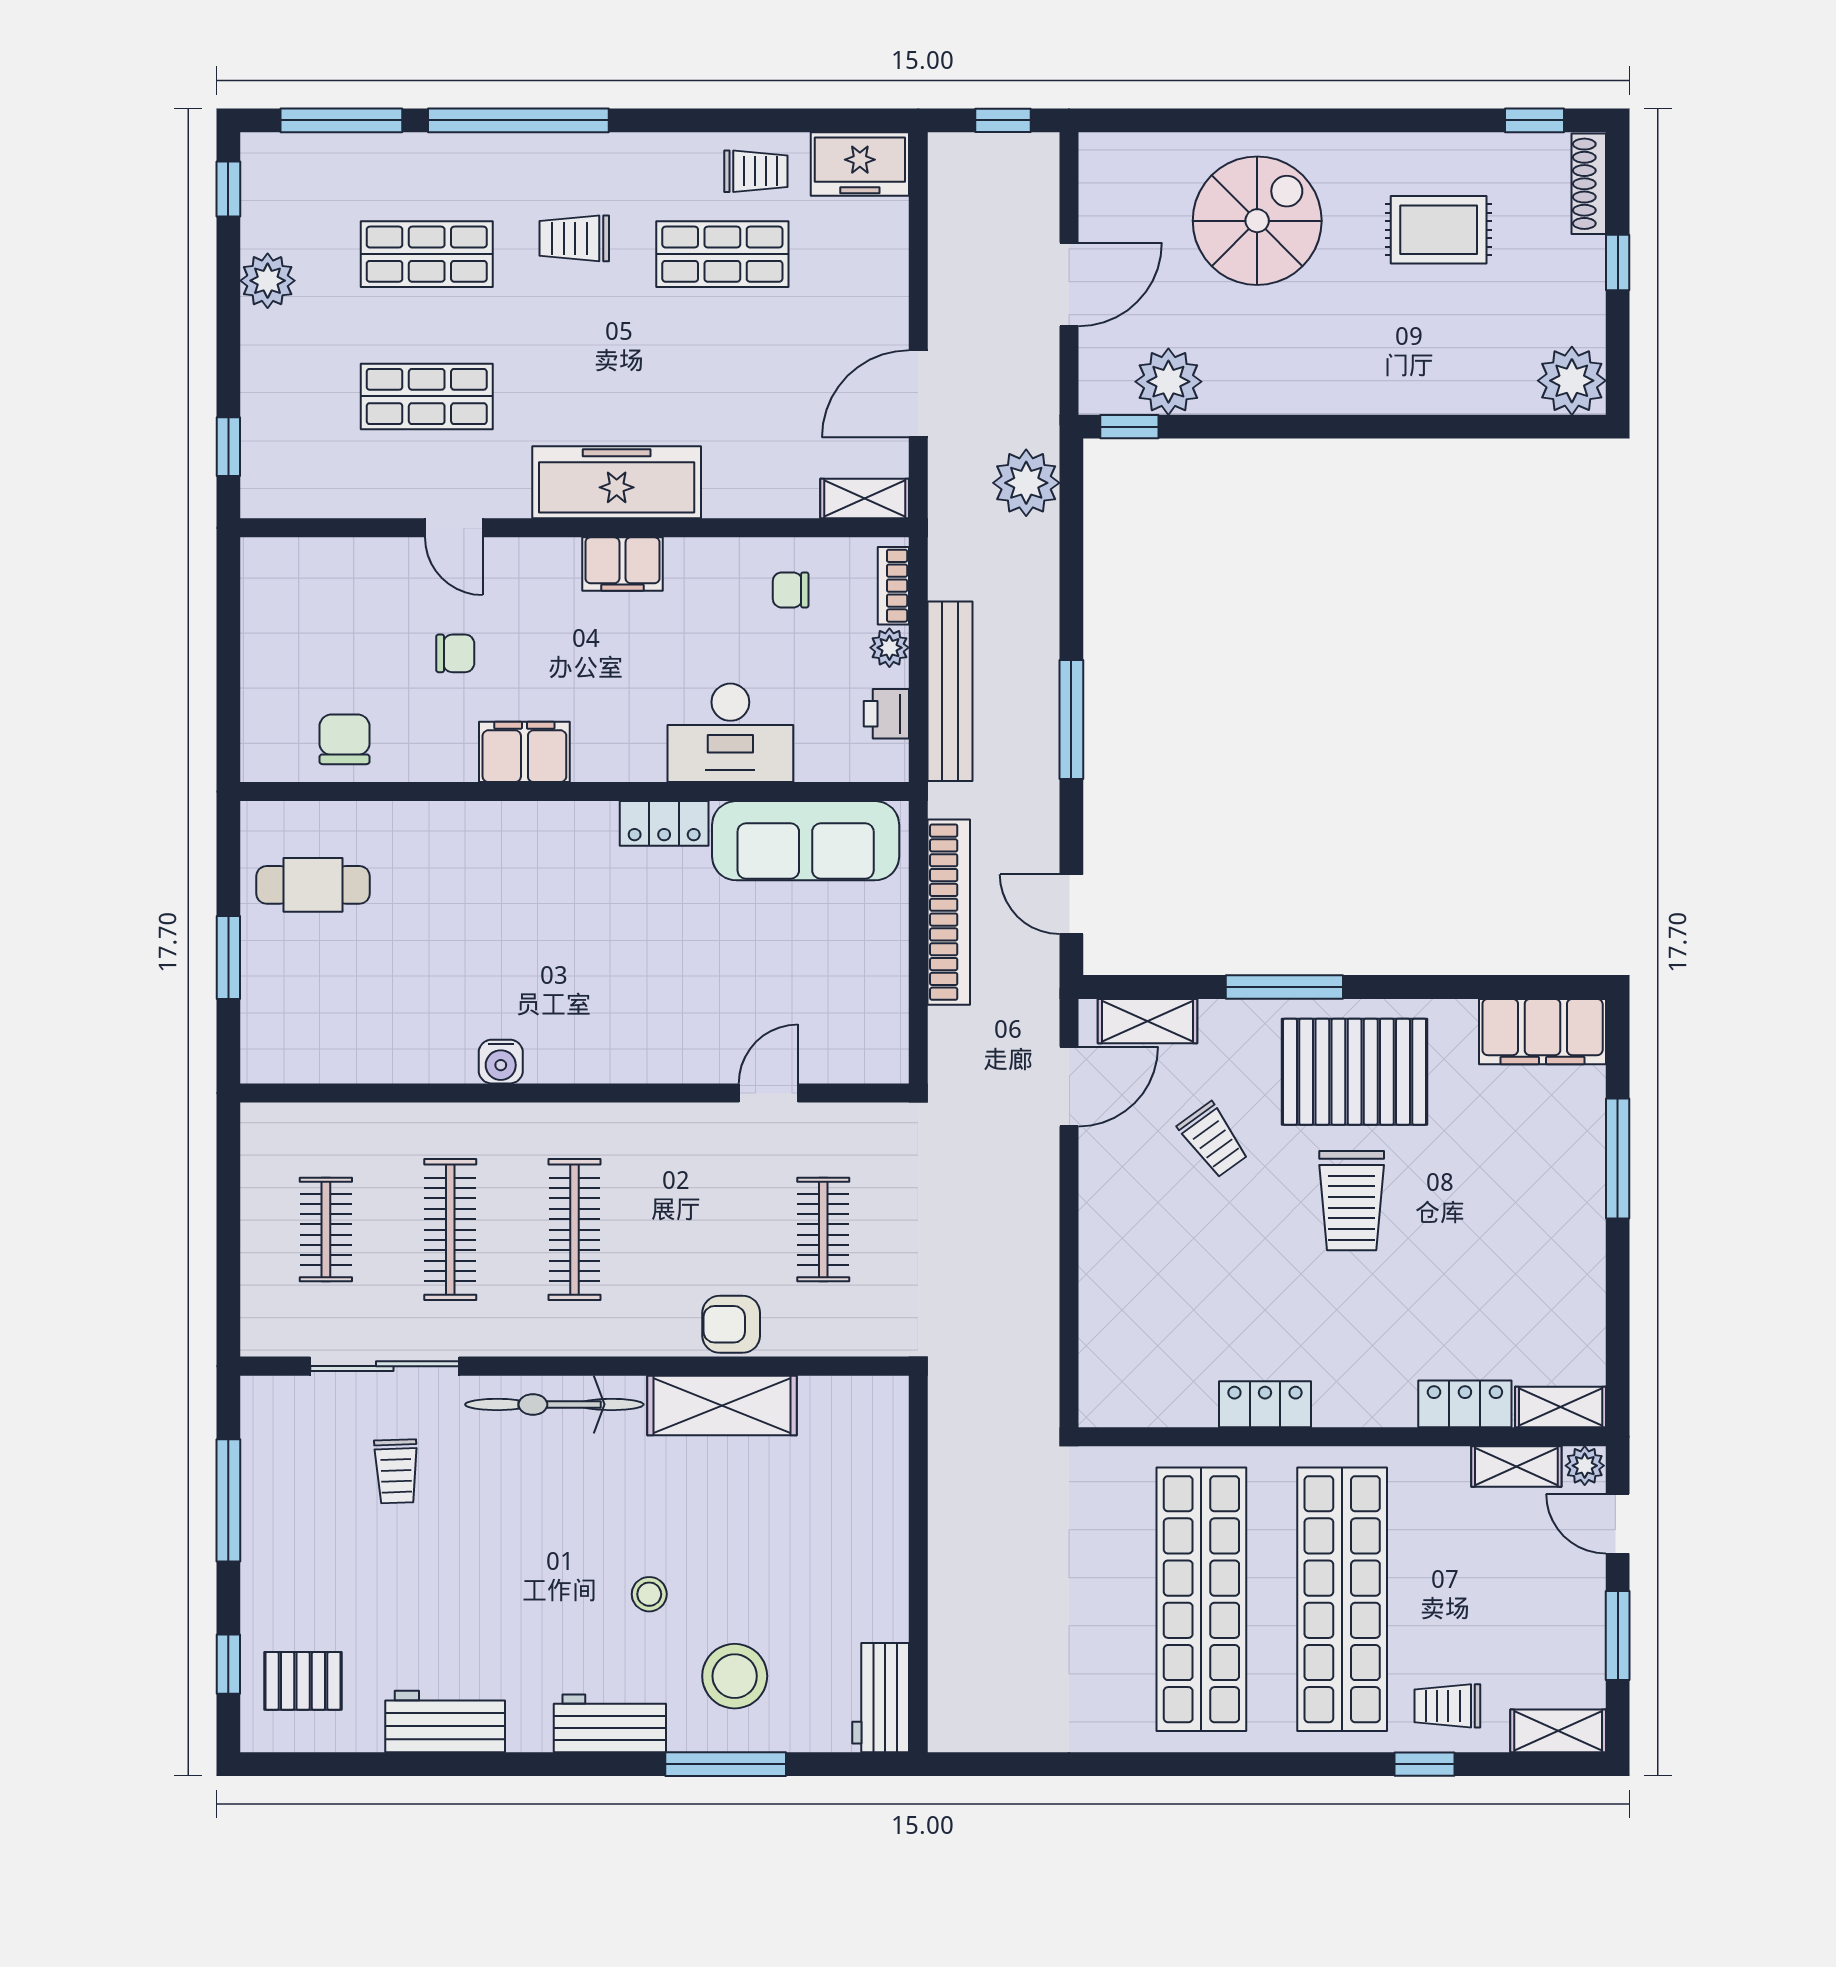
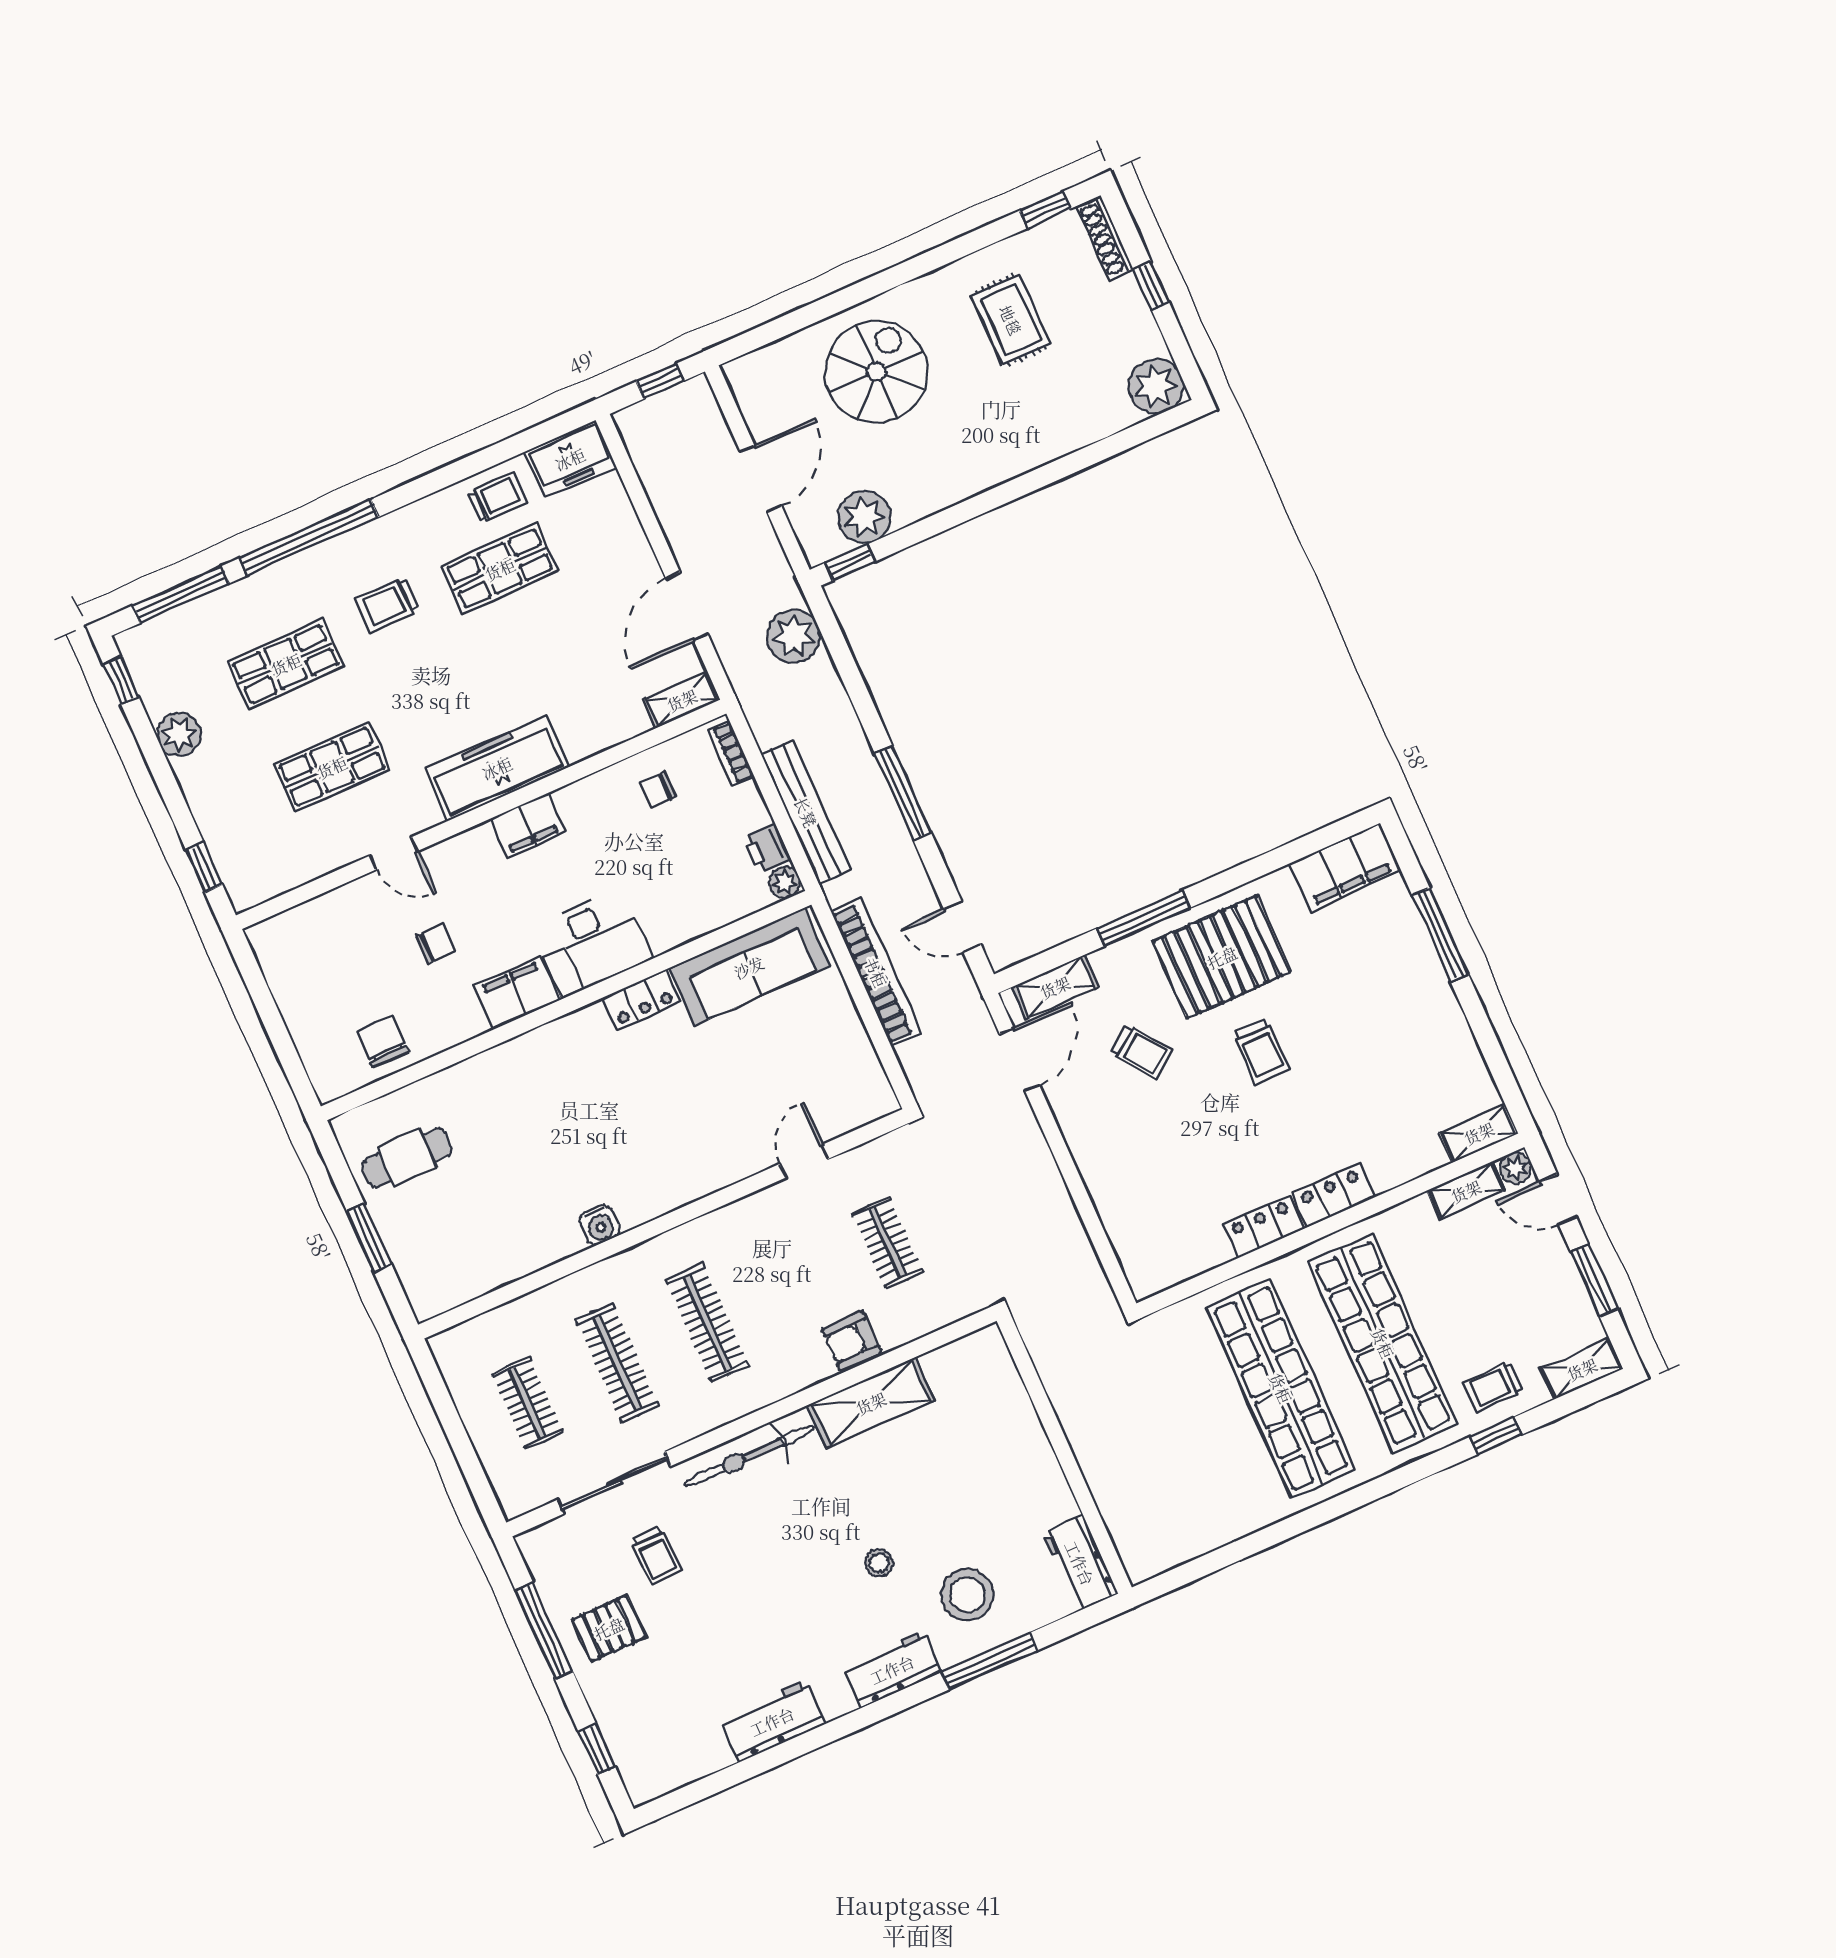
rug: (1439, 230) -> (1011, 320), turned 90
plant: (889, 648) -> (785, 882), moved
desk: (730, 733) -> (592, 943), moved
trolley: (1352, 1201) -> (1261, 1051), width x0.73, depth x0.72
locker: (1465, 1404) -> (1333, 1195), moved
pallet: (303, 1681) -> (609, 1628), moved

